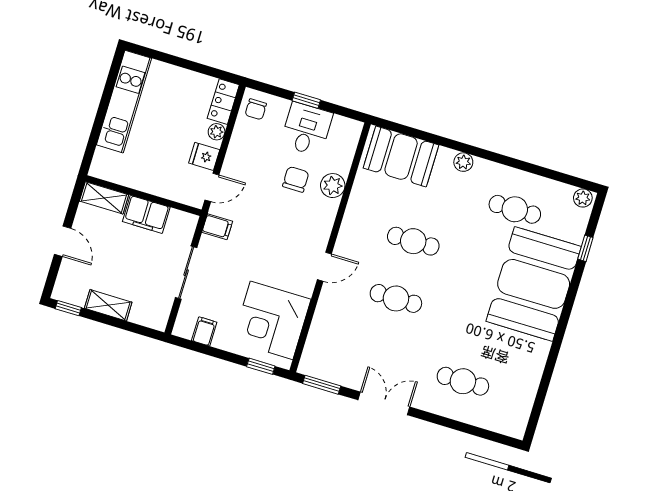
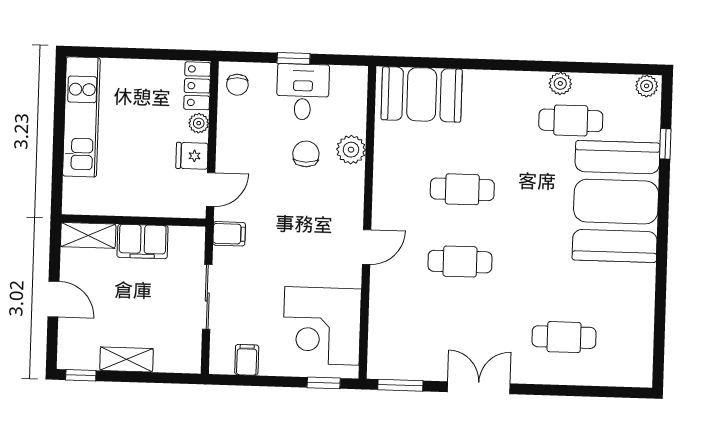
plant: (463, 162) -> (560, 83), moved

